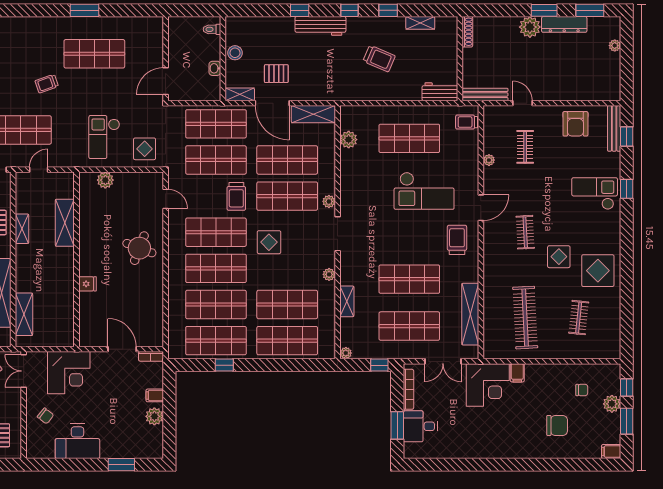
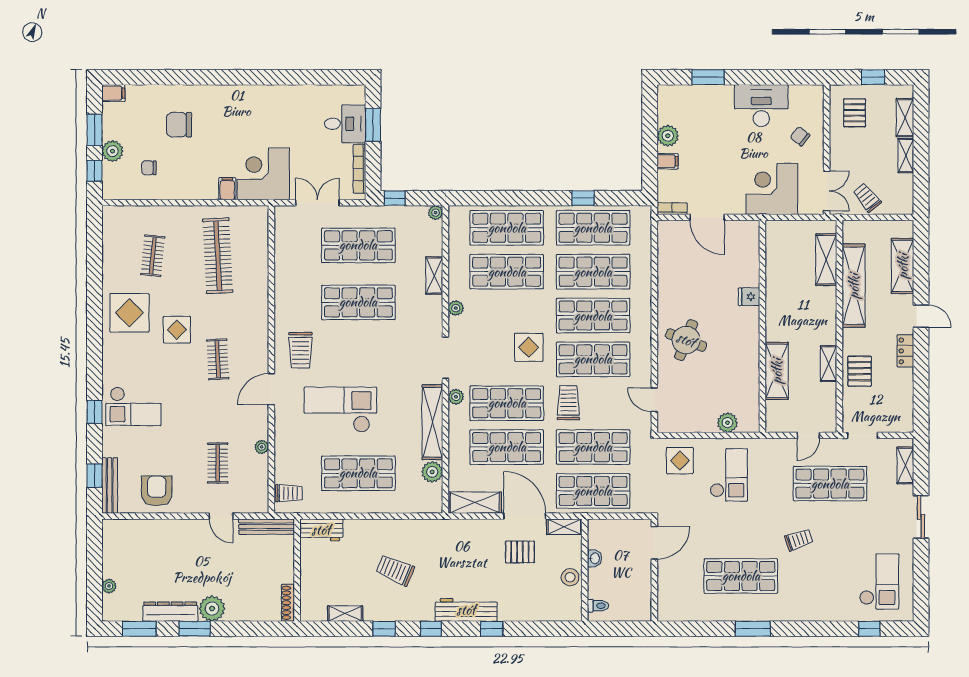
shelving: (470, 314) -> (432, 422), moved

